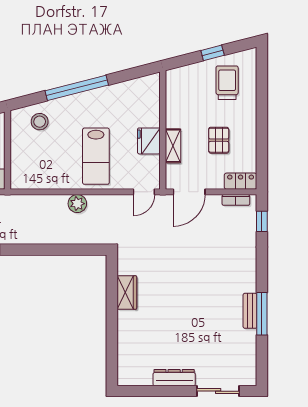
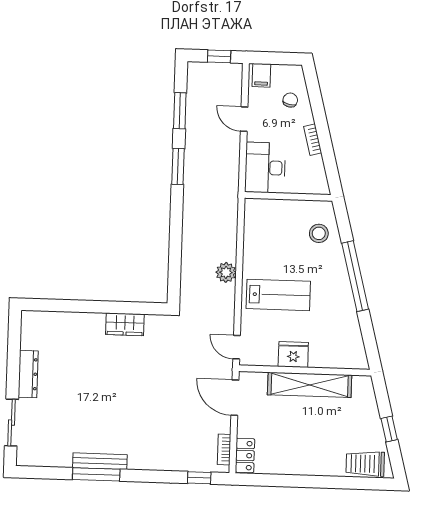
trolley: (227, 83) -> (365, 464), moved, turned 180
pallet: (219, 140) -> (291, 433), removed
shelving: (173, 146) -> (310, 385), width x2.20, depth x1.33
lab bench: (96, 156) -> (278, 295), turned 180
bench: (250, 311) -> (100, 461), width x1.36

